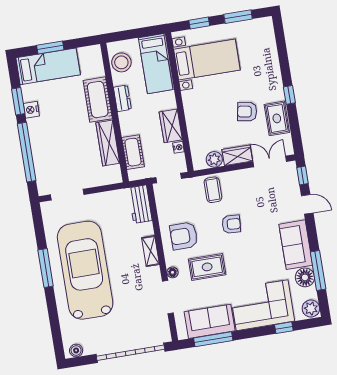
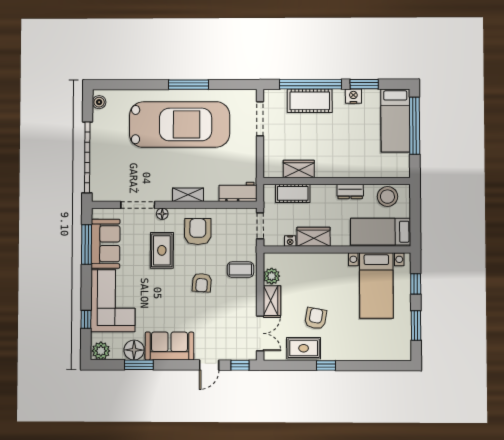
window: (50, 47) -> (415, 126), width x2.11
cot: (98, 100) -> (310, 101), moved
wardrobe: (108, 143) -> (299, 169), width x0.67
window: (318, 271) -> (139, 365), width x0.69

